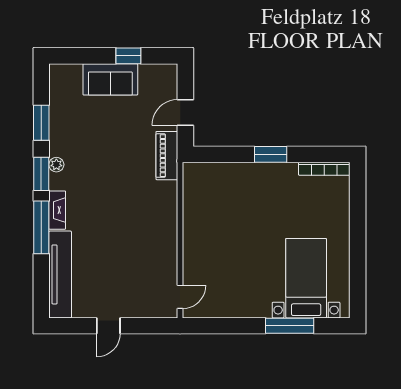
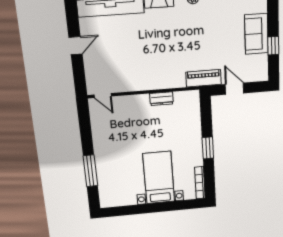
dresser: (191, 216) -> (162, 99), added
bed with nightstands: (306, 278) -> (159, 178), moved, turned -90
door: (108, 326) -> (76, 46), swing flipped

